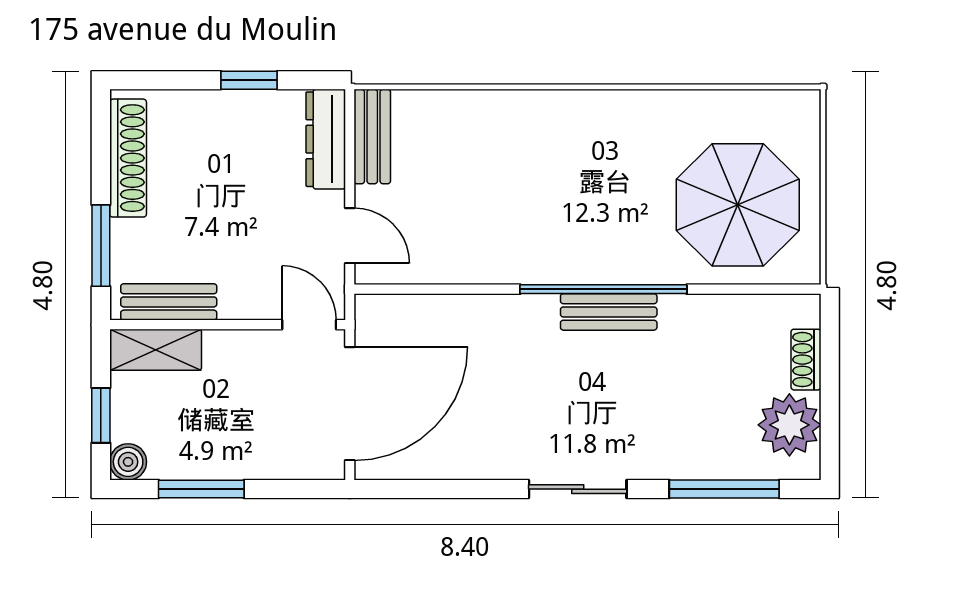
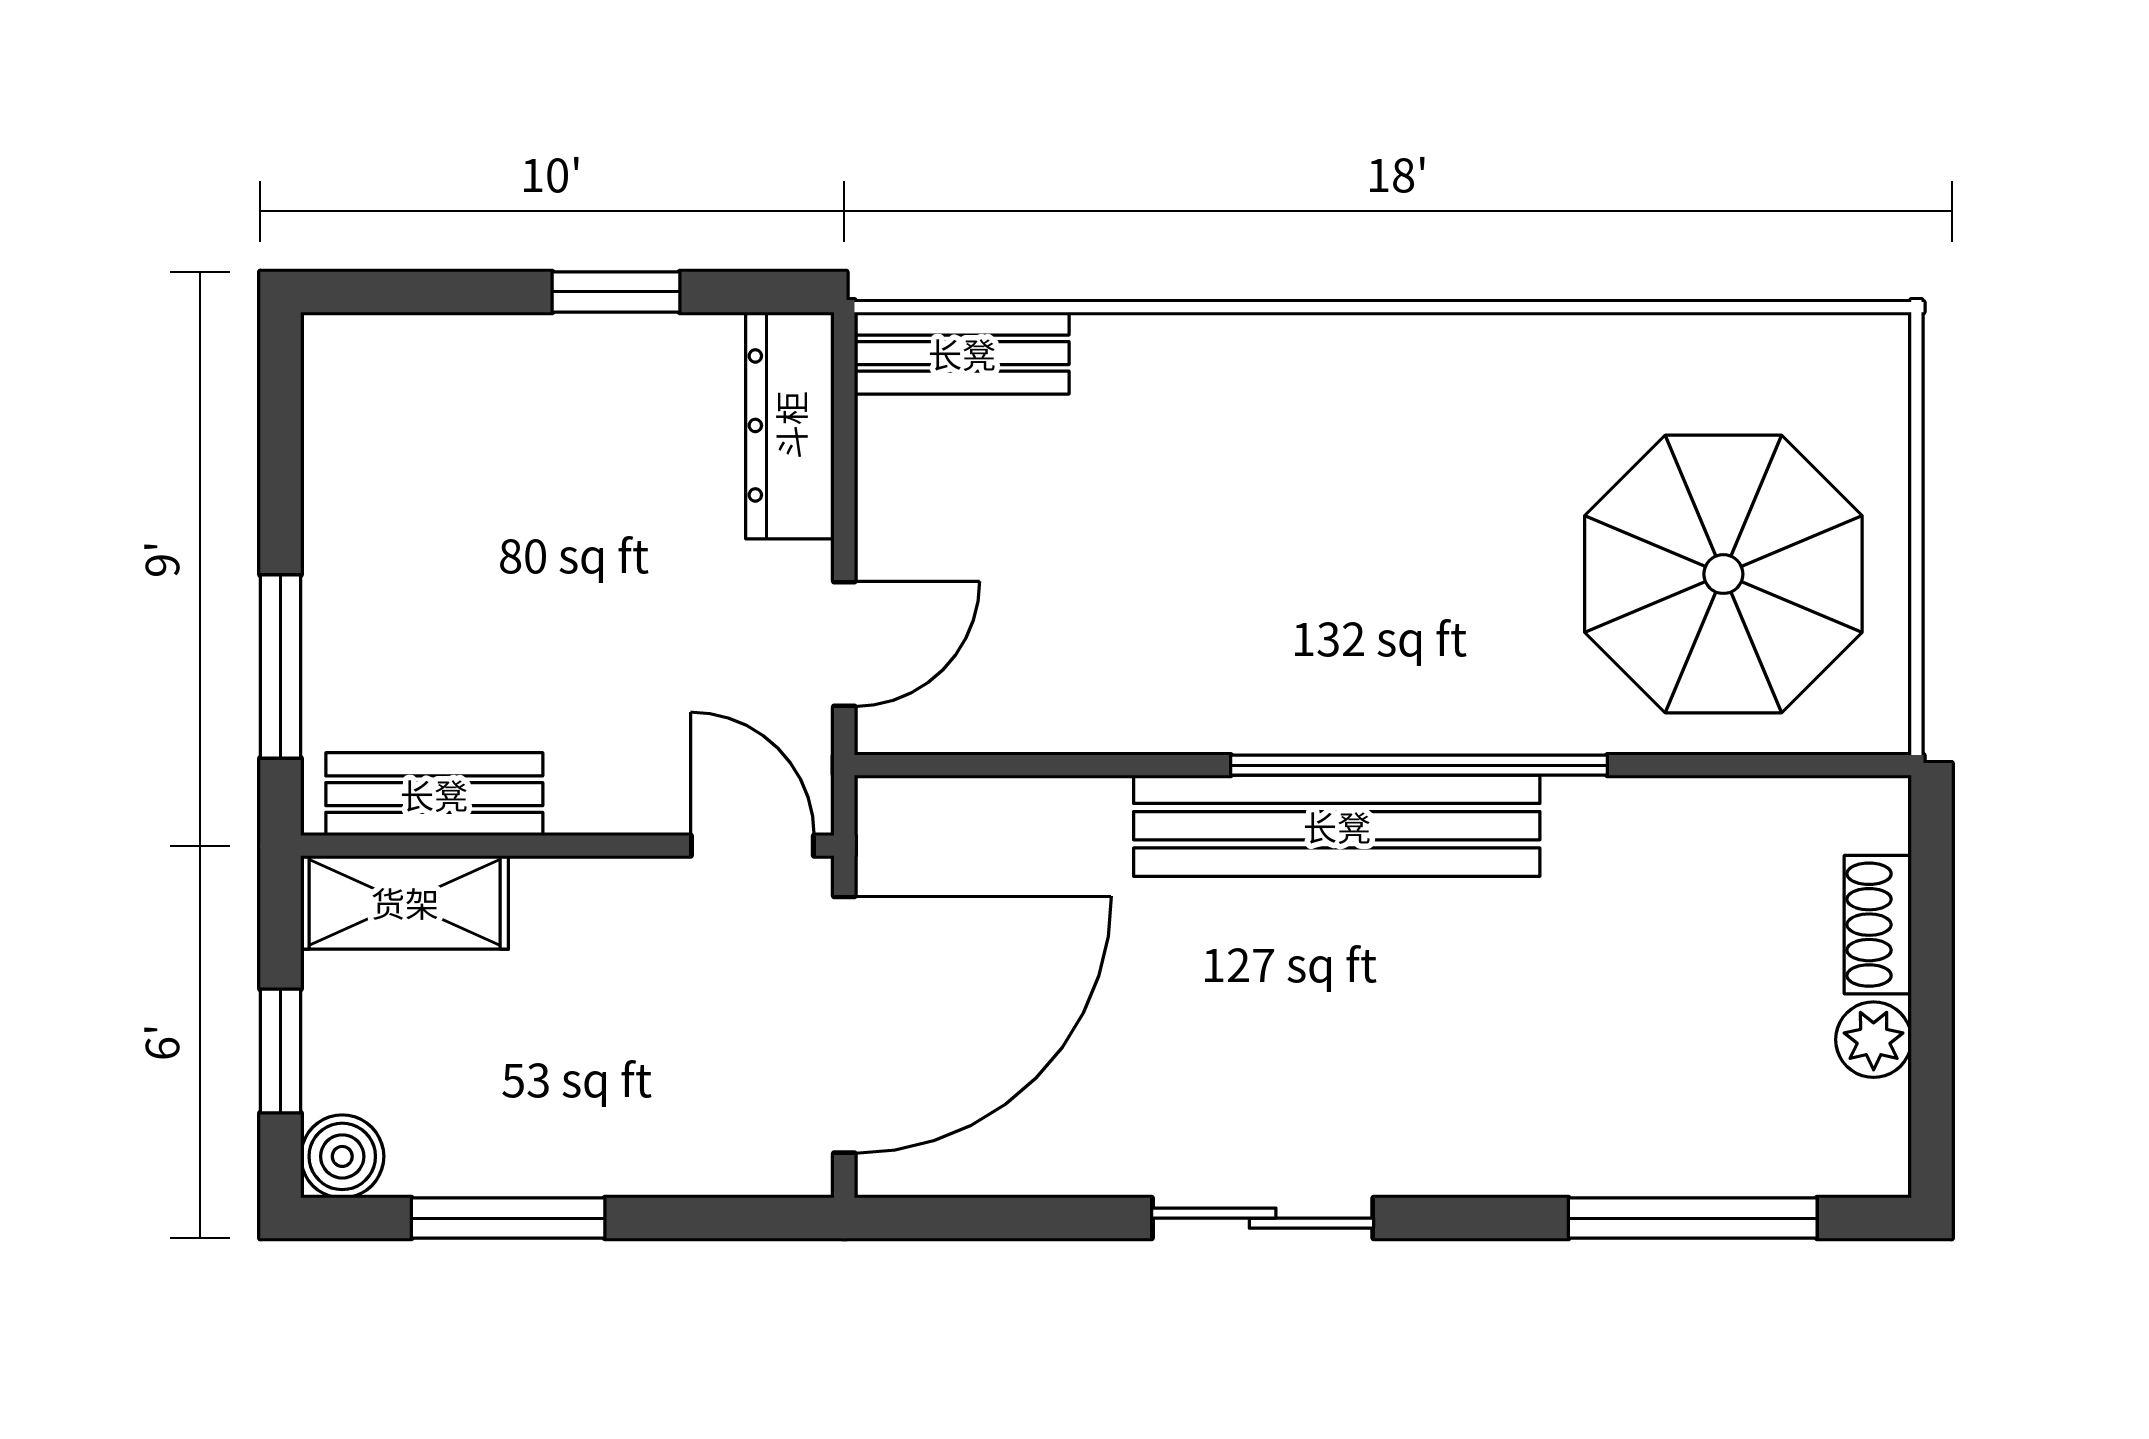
bench: (372, 137) -> (962, 353), moved, turned 90
shoe rack: (128, 158) -> (342, 468), removed
door: (350, 236) -> (844, 644), hinge flipped
bench: (609, 312) -> (1337, 826), width x1.86, depth x1.21
plant: (789, 425) -> (1874, 1040), width x0.53, depth x0.53
sliding door: (578, 489) -> (1263, 1218), moved

